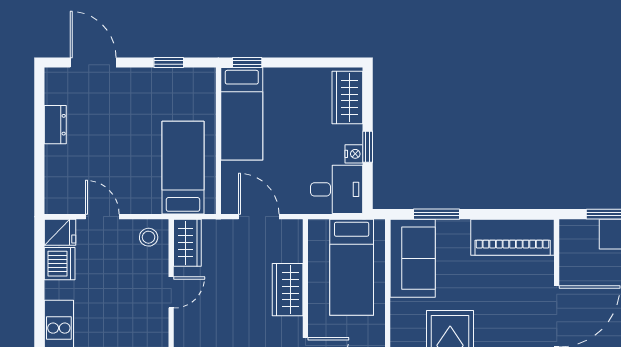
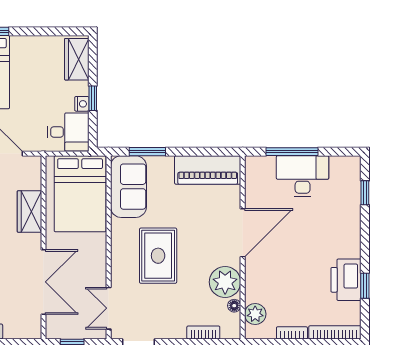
bed: (352, 267) -> (80, 194), width x1.50

